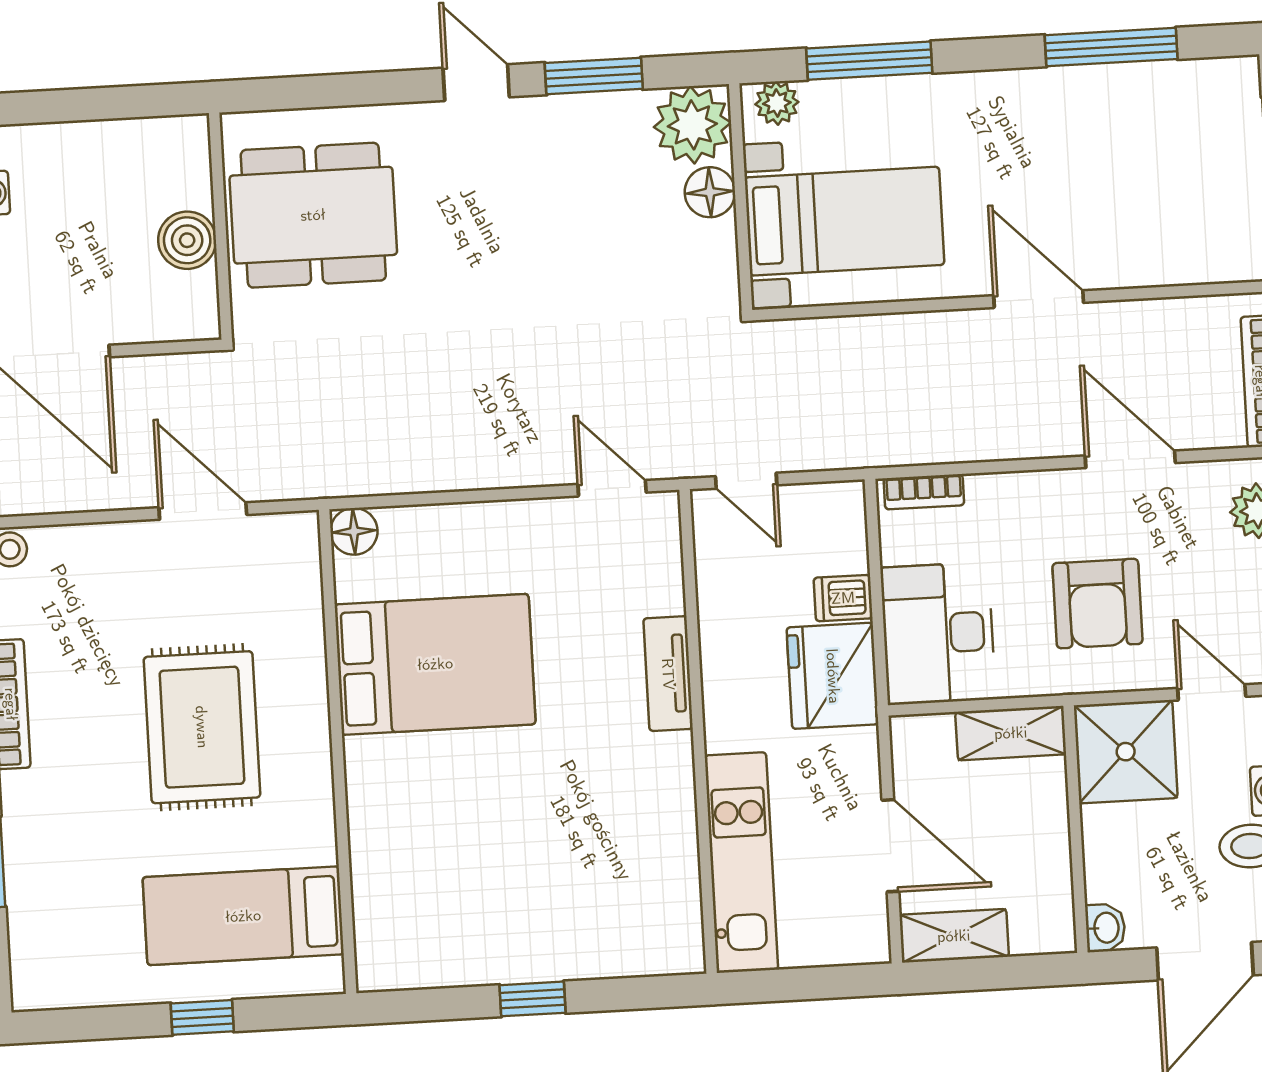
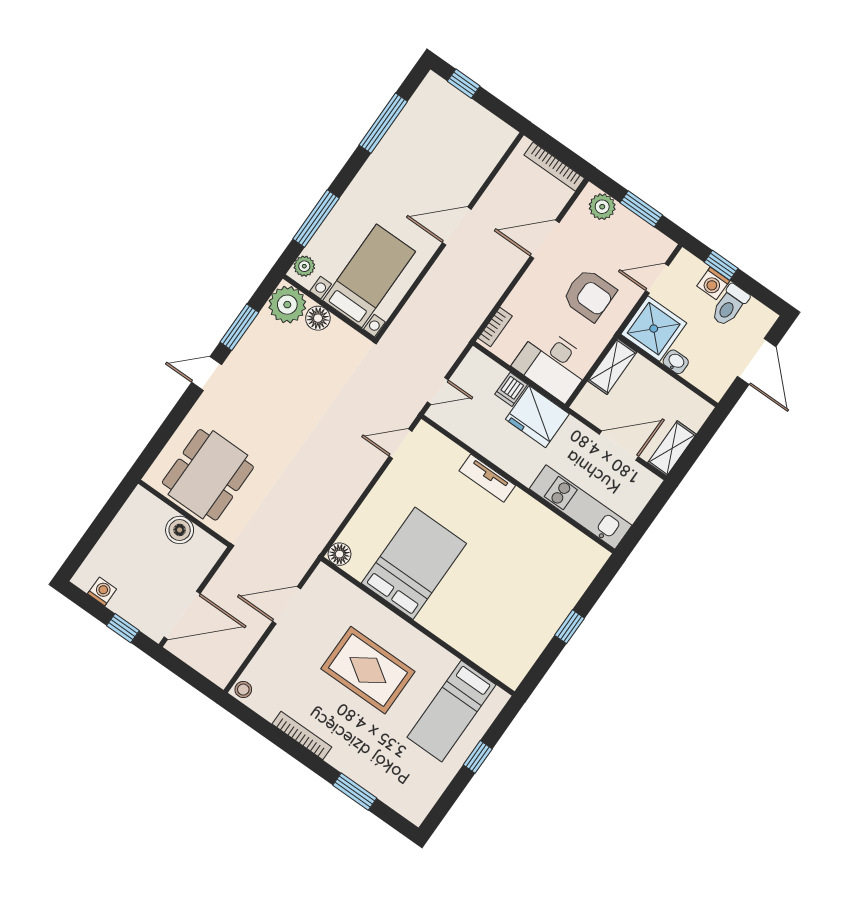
washbasin: (1105, 928) -> (676, 362), moved

